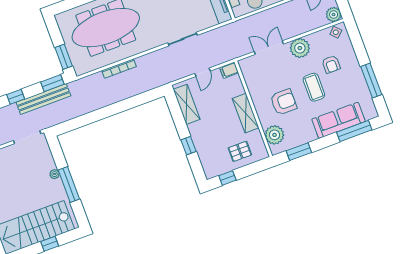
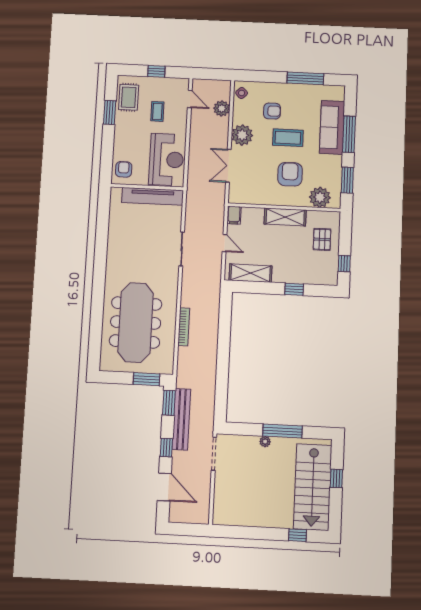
plant: (334, 14) -> (222, 108), moved
window: (354, 131) -> (349, 134), moved

